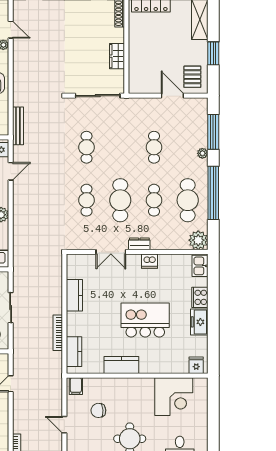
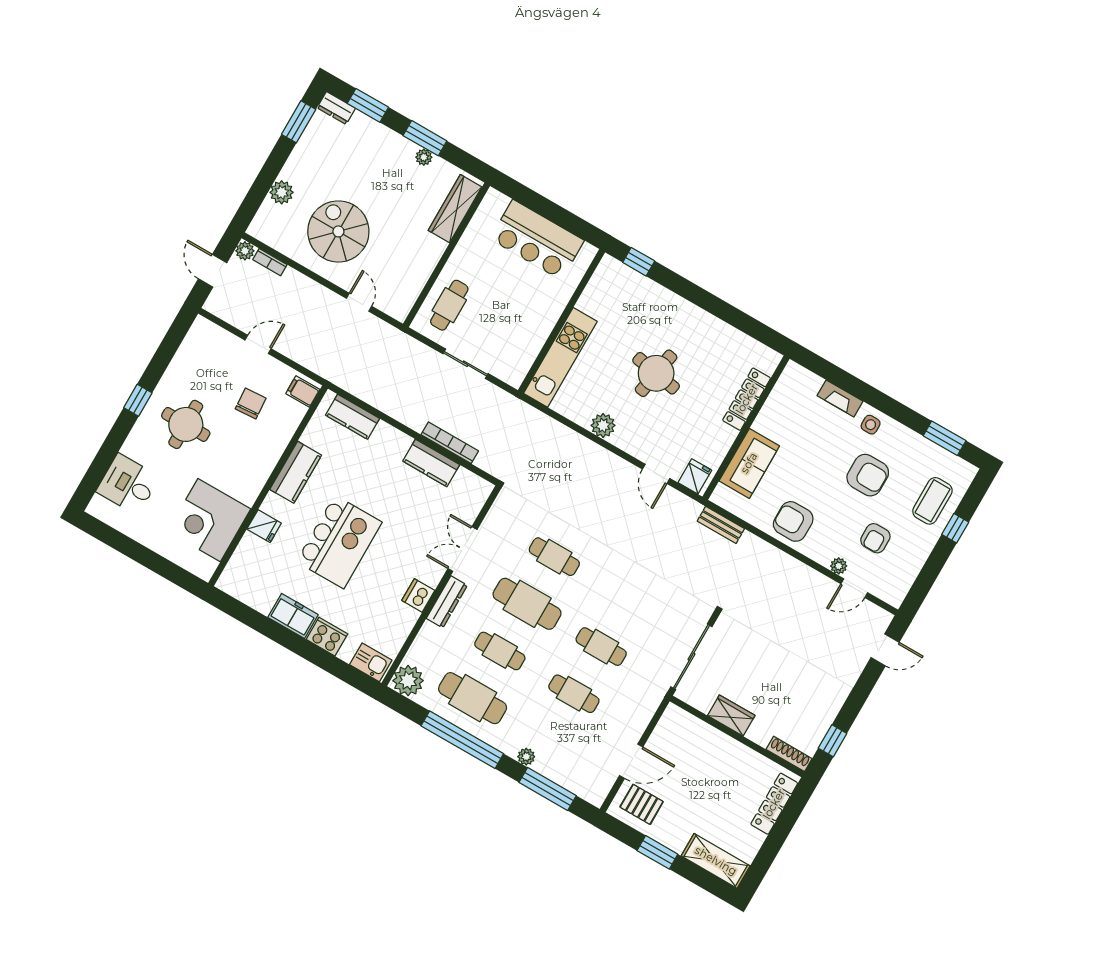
bench: (18, 126) -> (721, 525), width x0.73
cafe table: (87, 147) -> (601, 647), moved
dresser: (139, 244) -> (447, 602), width x1.44
bookcase: (58, 333) -> (450, 443), moved
fridge: (196, 365) -> (264, 526), moved

